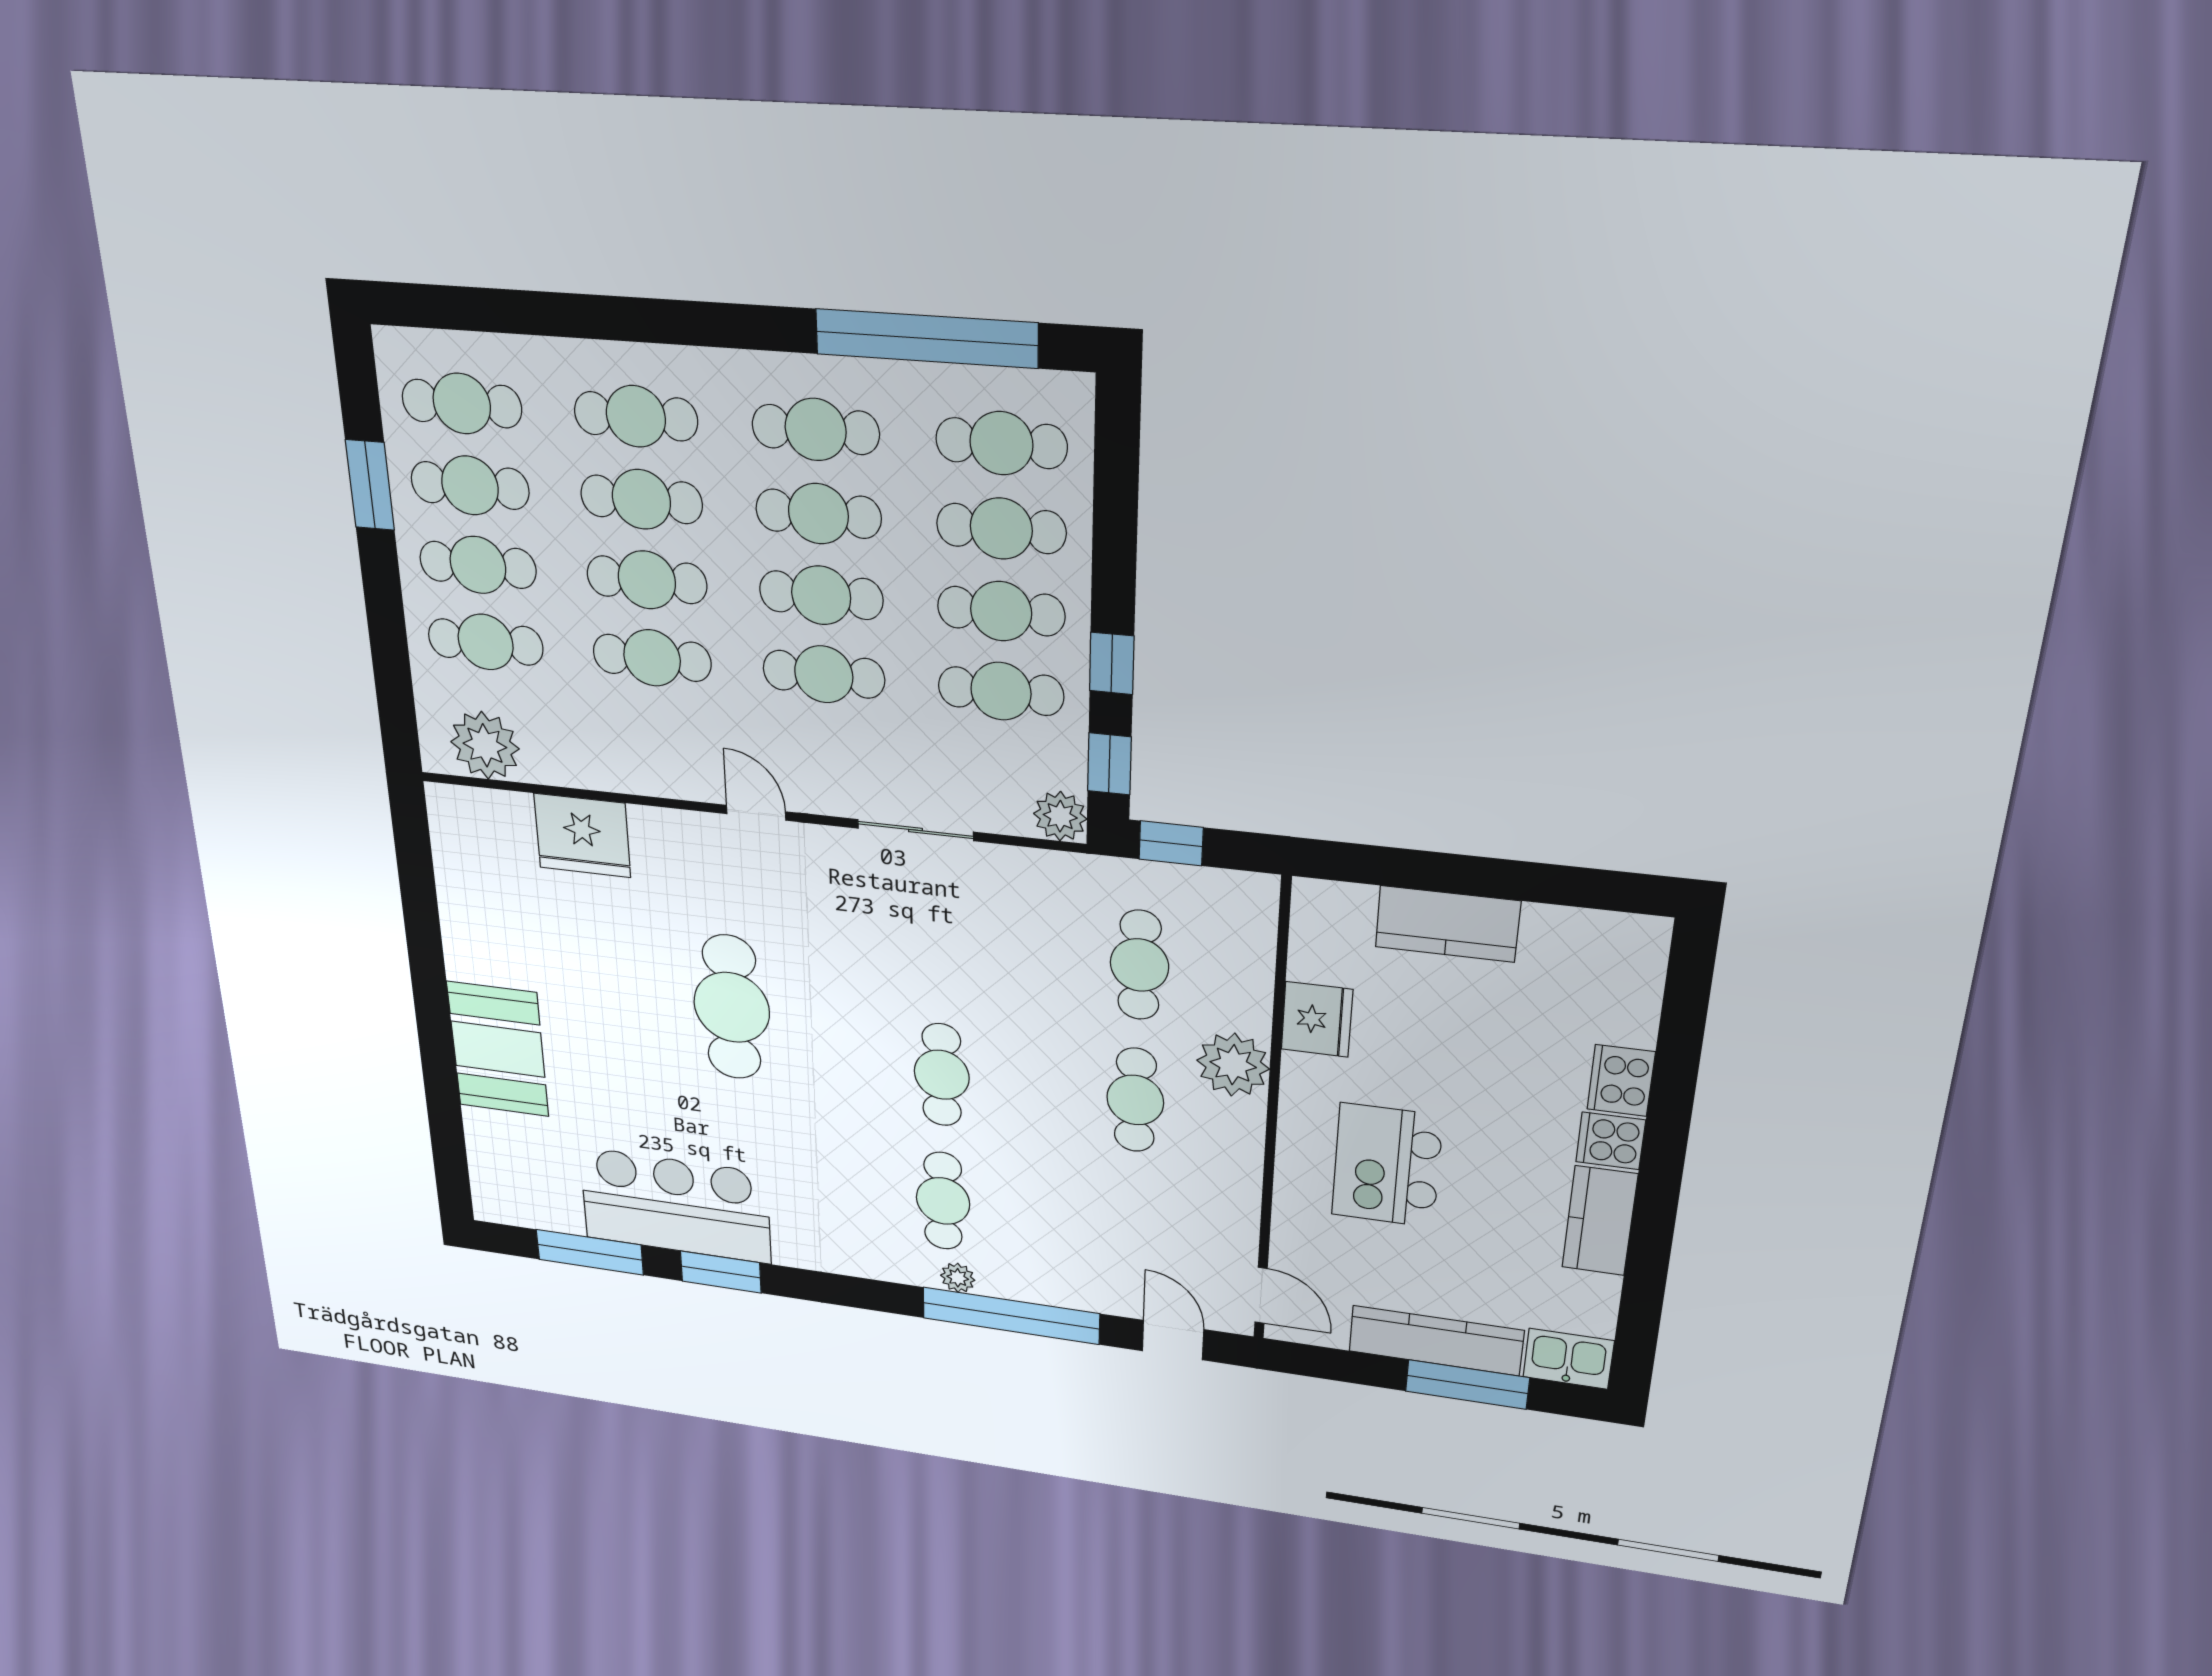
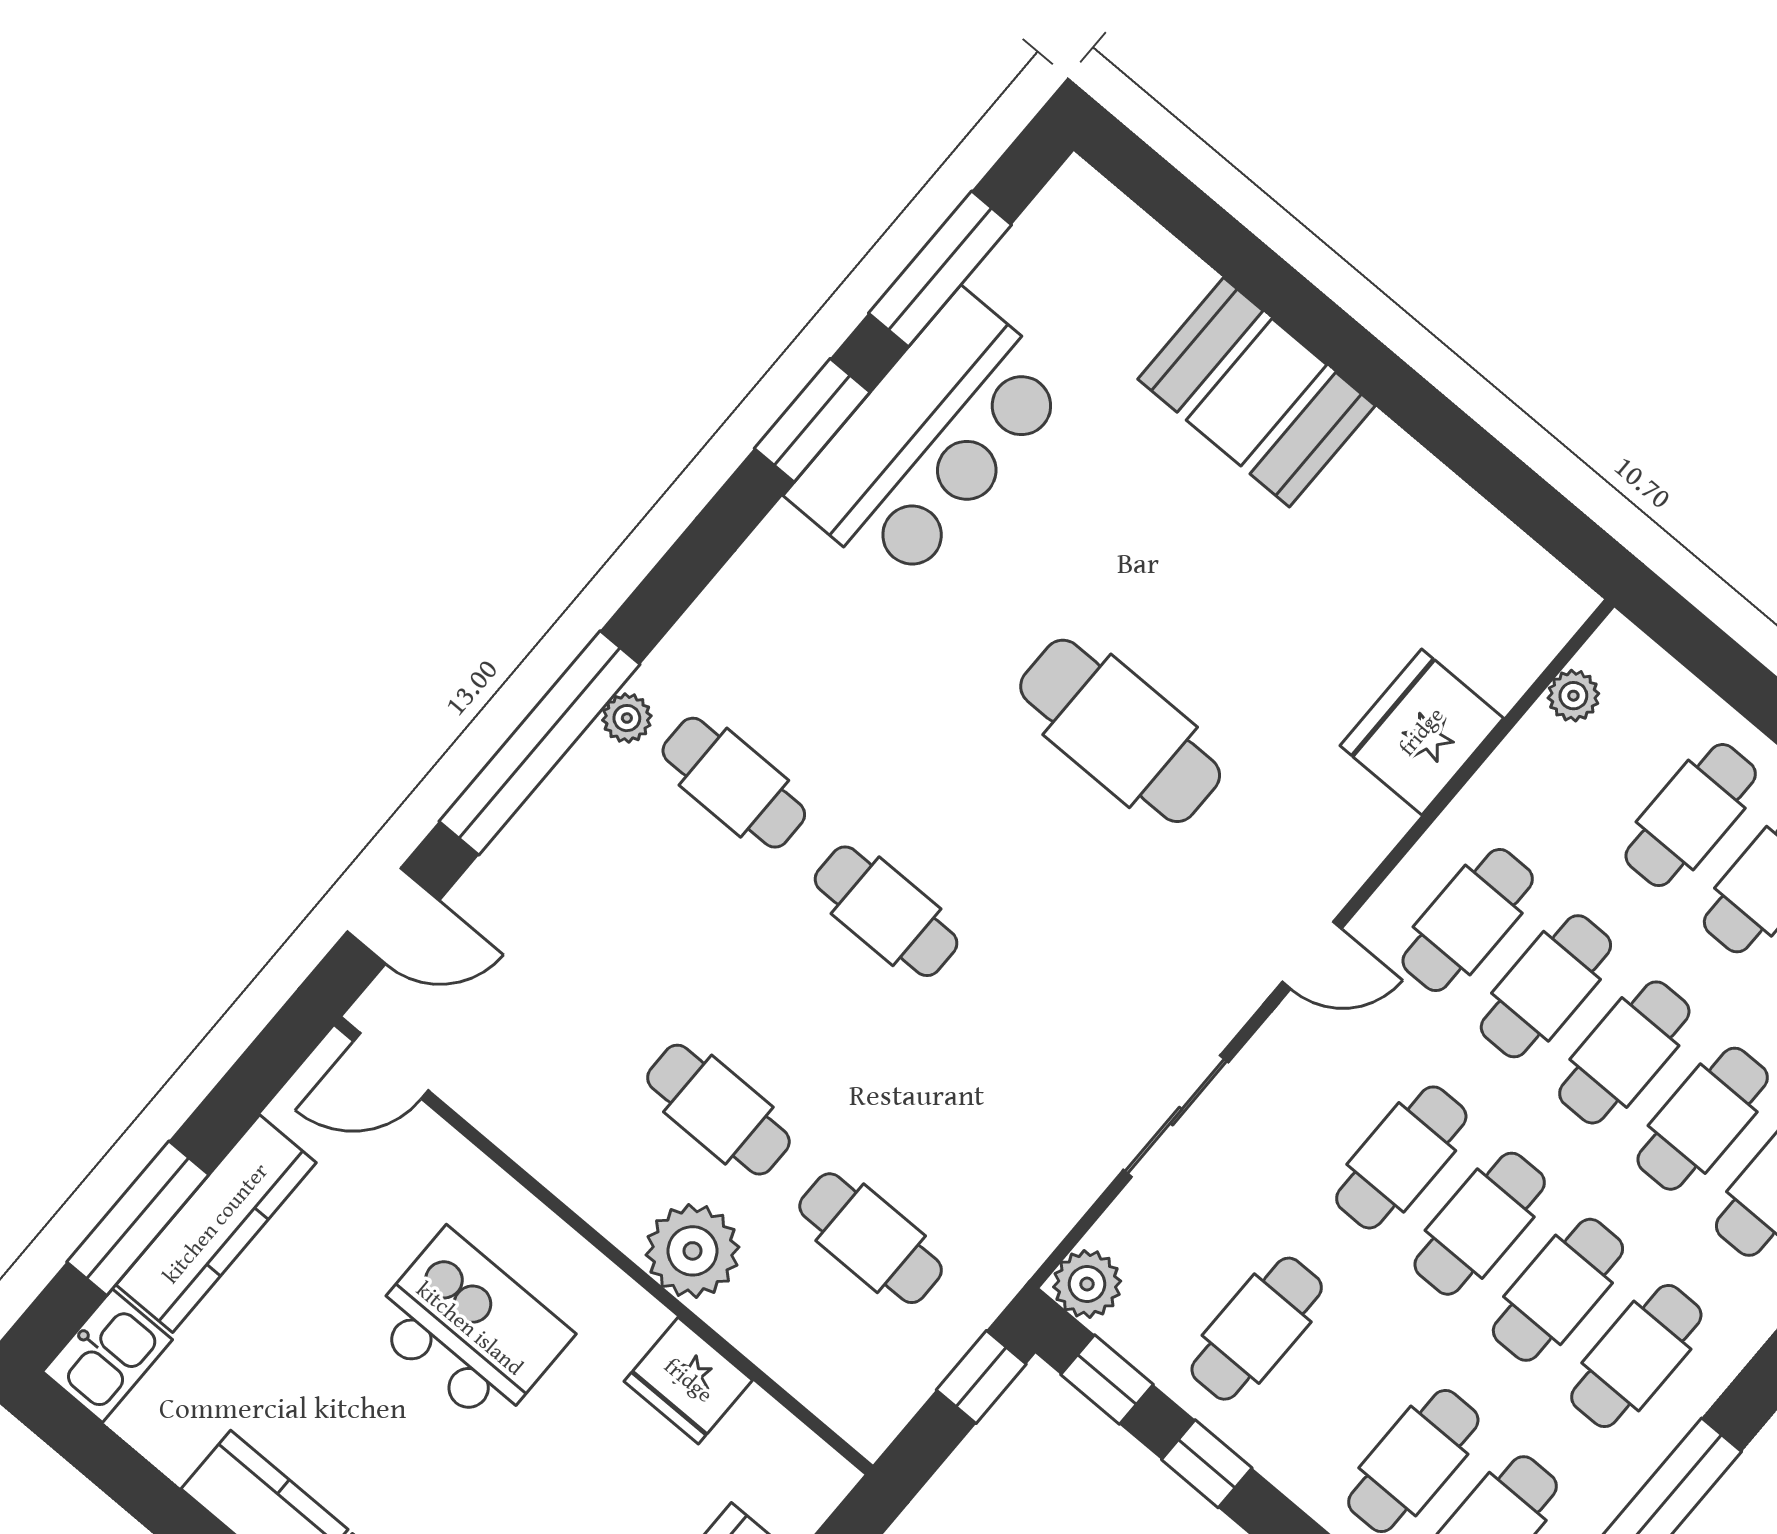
cafe table: (1001, 611) -> (1468, 920), moved
plant: (485, 745) -> (1573, 696), width x0.53, depth x0.53

